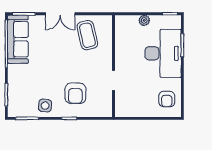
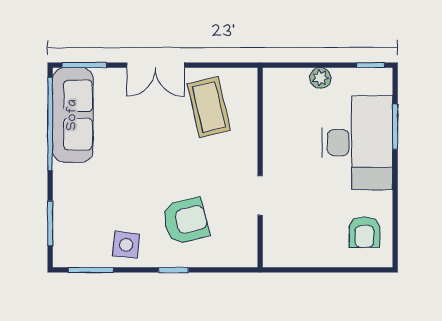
armchair: (75, 93) -> (186, 221), turned -104

